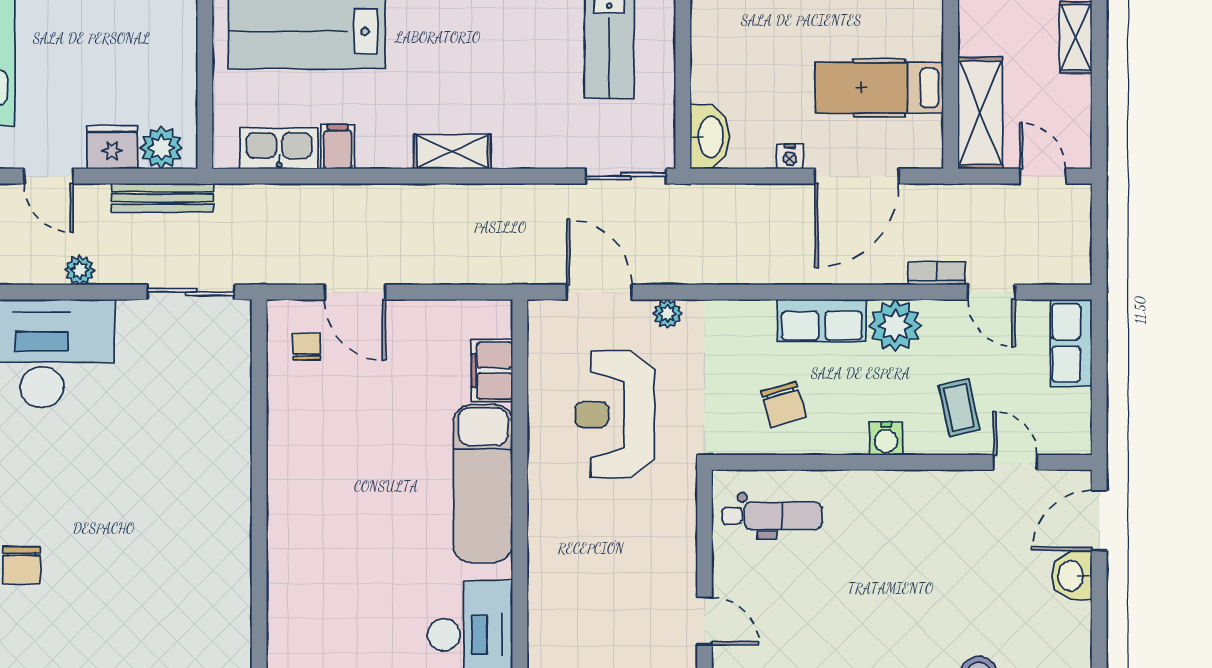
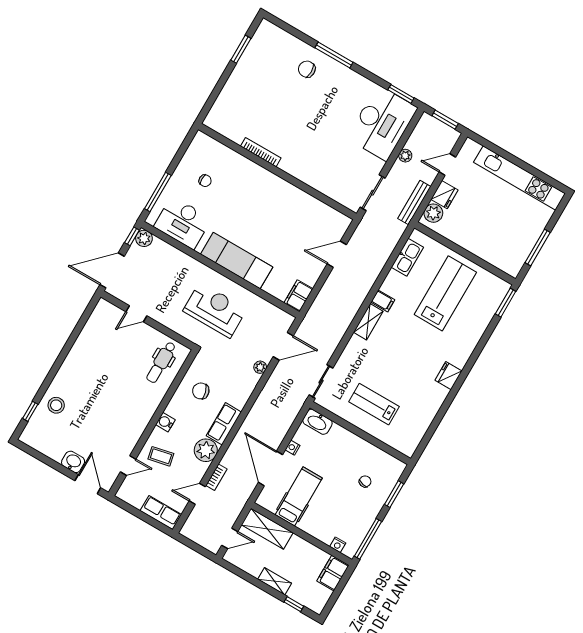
filing cabinet: (338, 147) -> (383, 301), moved
chair: (307, 347) -> (205, 181), moved
filing cabinet: (492, 371) -> (298, 296), moved, turned -90
reception desk: (615, 415) -> (215, 310), moved
bookcase: (240, 561) -> (261, 152), added

